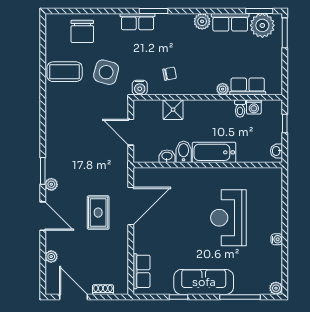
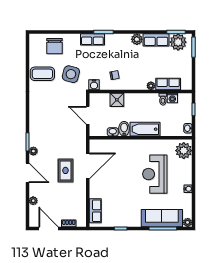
plant: (270, 184) -> (184, 151), added
sofa: (204, 282) -> (162, 218), moved

